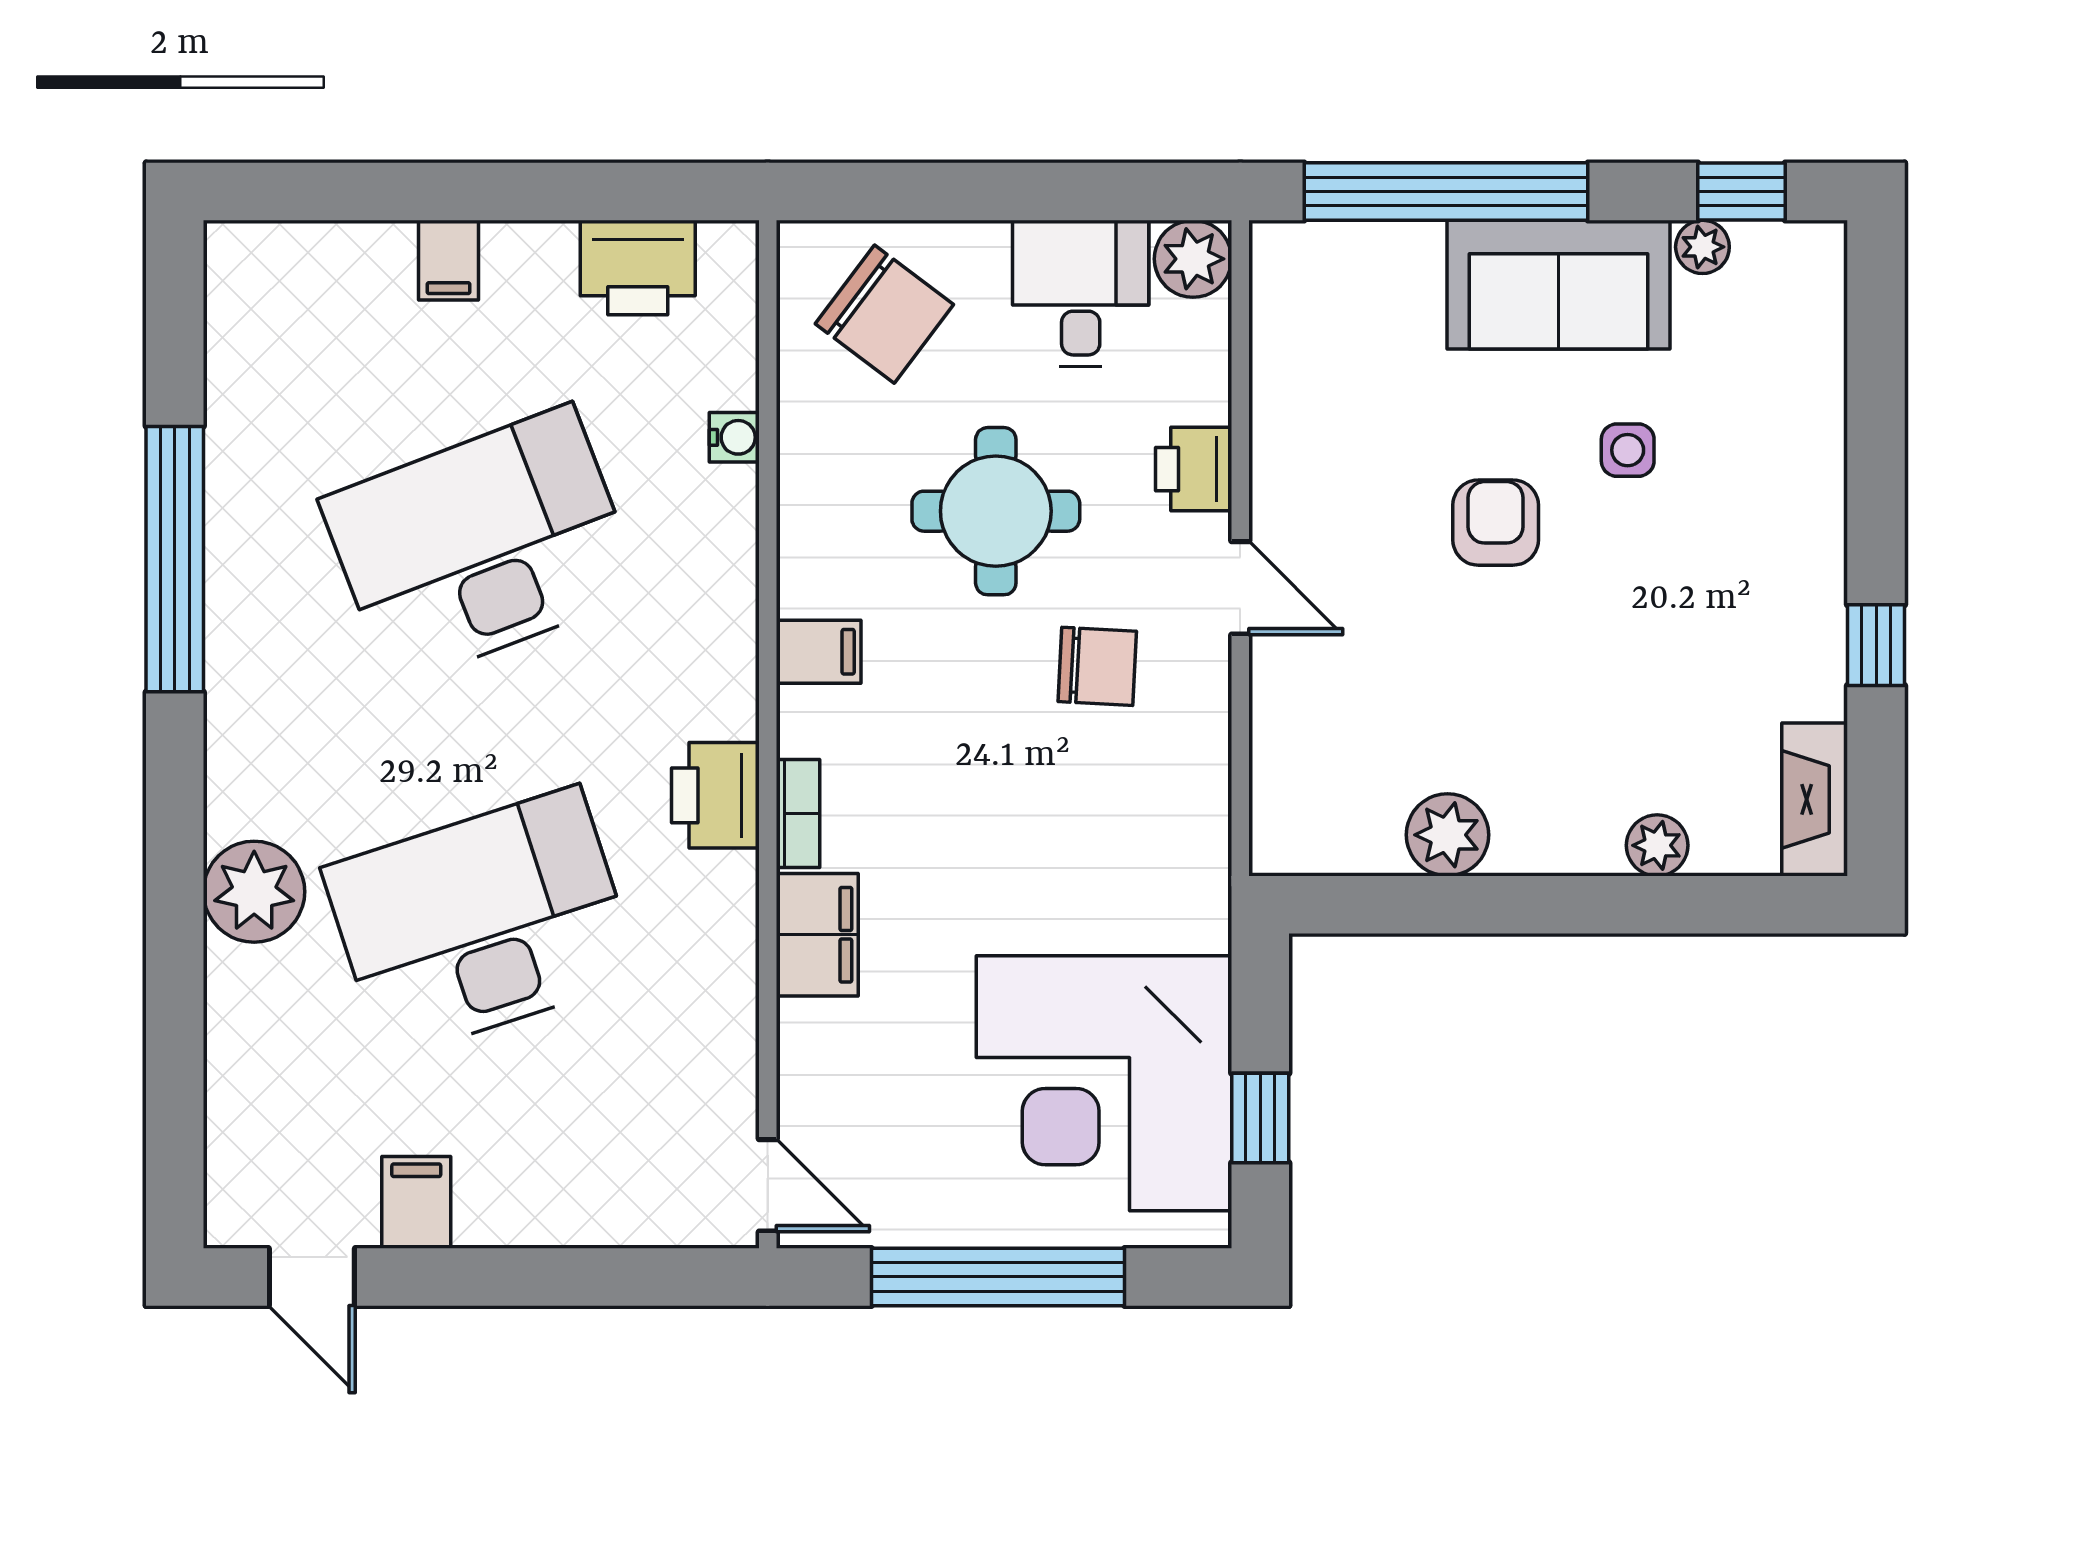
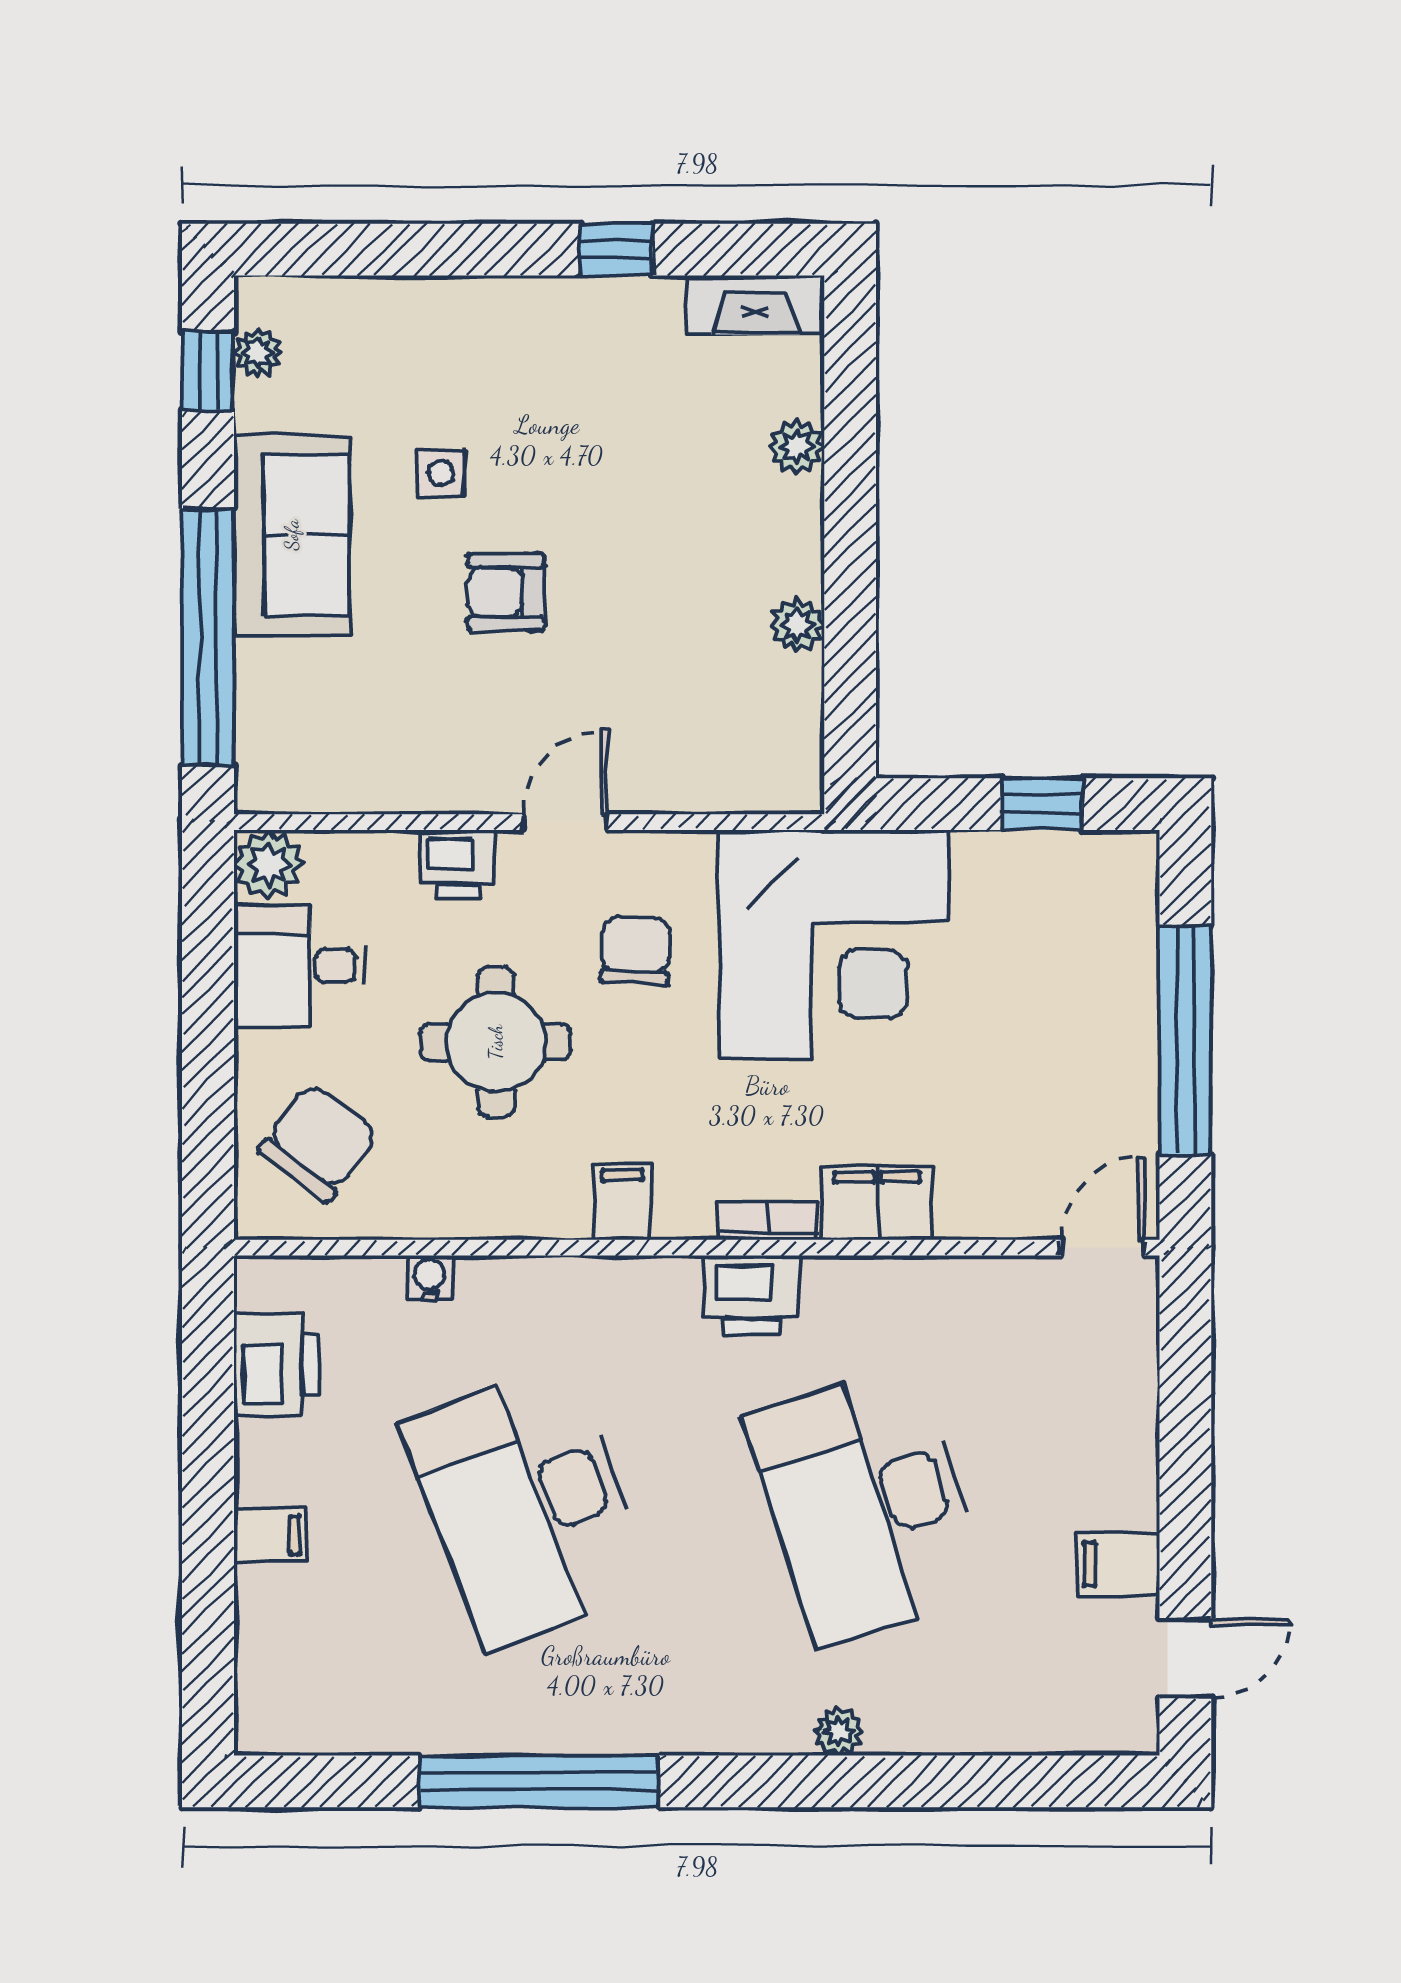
plant: (1702, 247) -> (258, 353), moved
plant: (1447, 835) -> (797, 625), width x0.73, depth x0.73
plant: (254, 892) -> (838, 1731), width x0.53, depth x0.53
corner desk: (1104, 1083) -> (834, 945), moved

